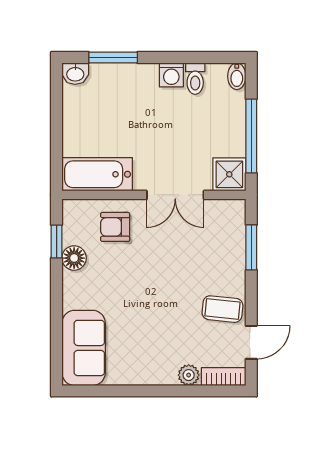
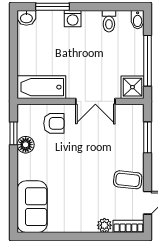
washing machine: (171, 75) -> (73, 19), moved
armchair: (115, 227) -> (54, 123), turned 180

